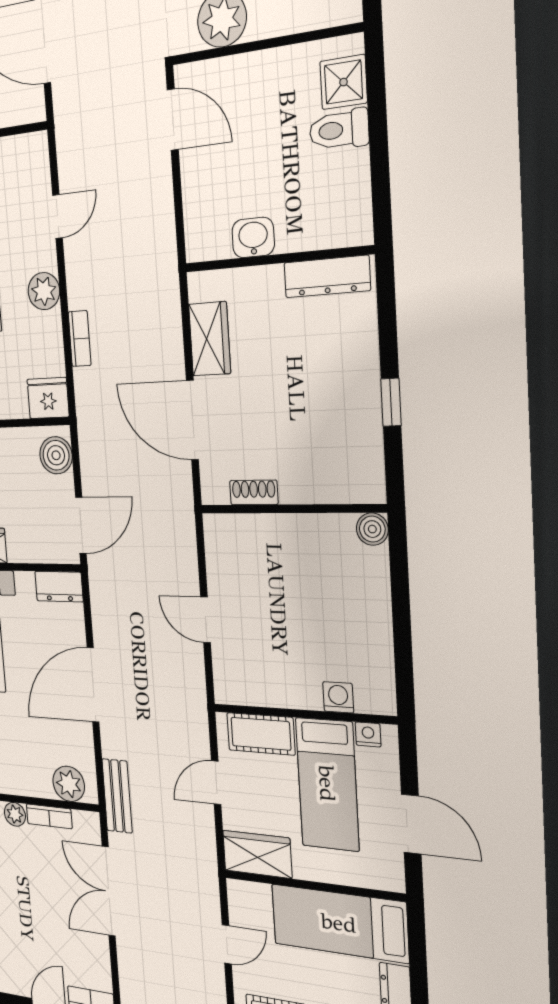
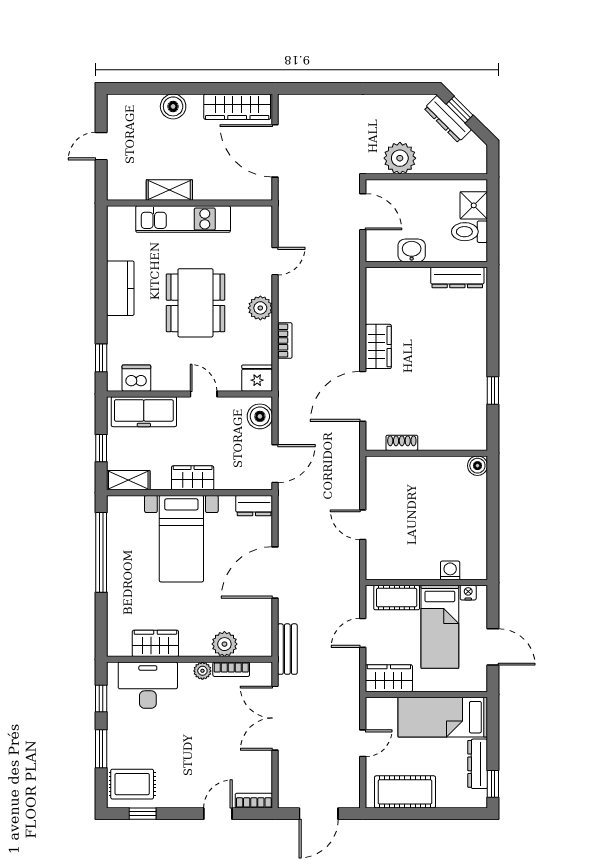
washbasin: (253, 238) -> (412, 250), moved
wall: (277, 259) -> (426, 265), moved
dresser: (327, 277) -> (457, 278), moved
door: (192, 420) -> (363, 396), hinge flipped
plant: (69, 784) -> (224, 644), moved

